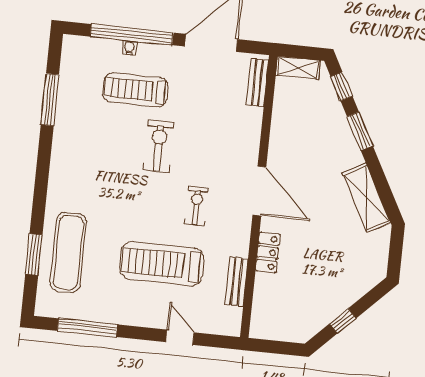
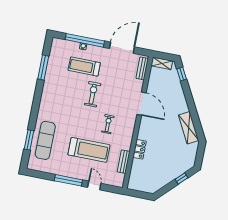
window: (360, 131) -> (188, 96), removed
door: (259, 191) -> (141, 104), moved
treadmill: (162, 264) -> (89, 150), turned 180
window: (343, 321) -> (181, 178), moved
window: (87, 328) -> (68, 180), moved

